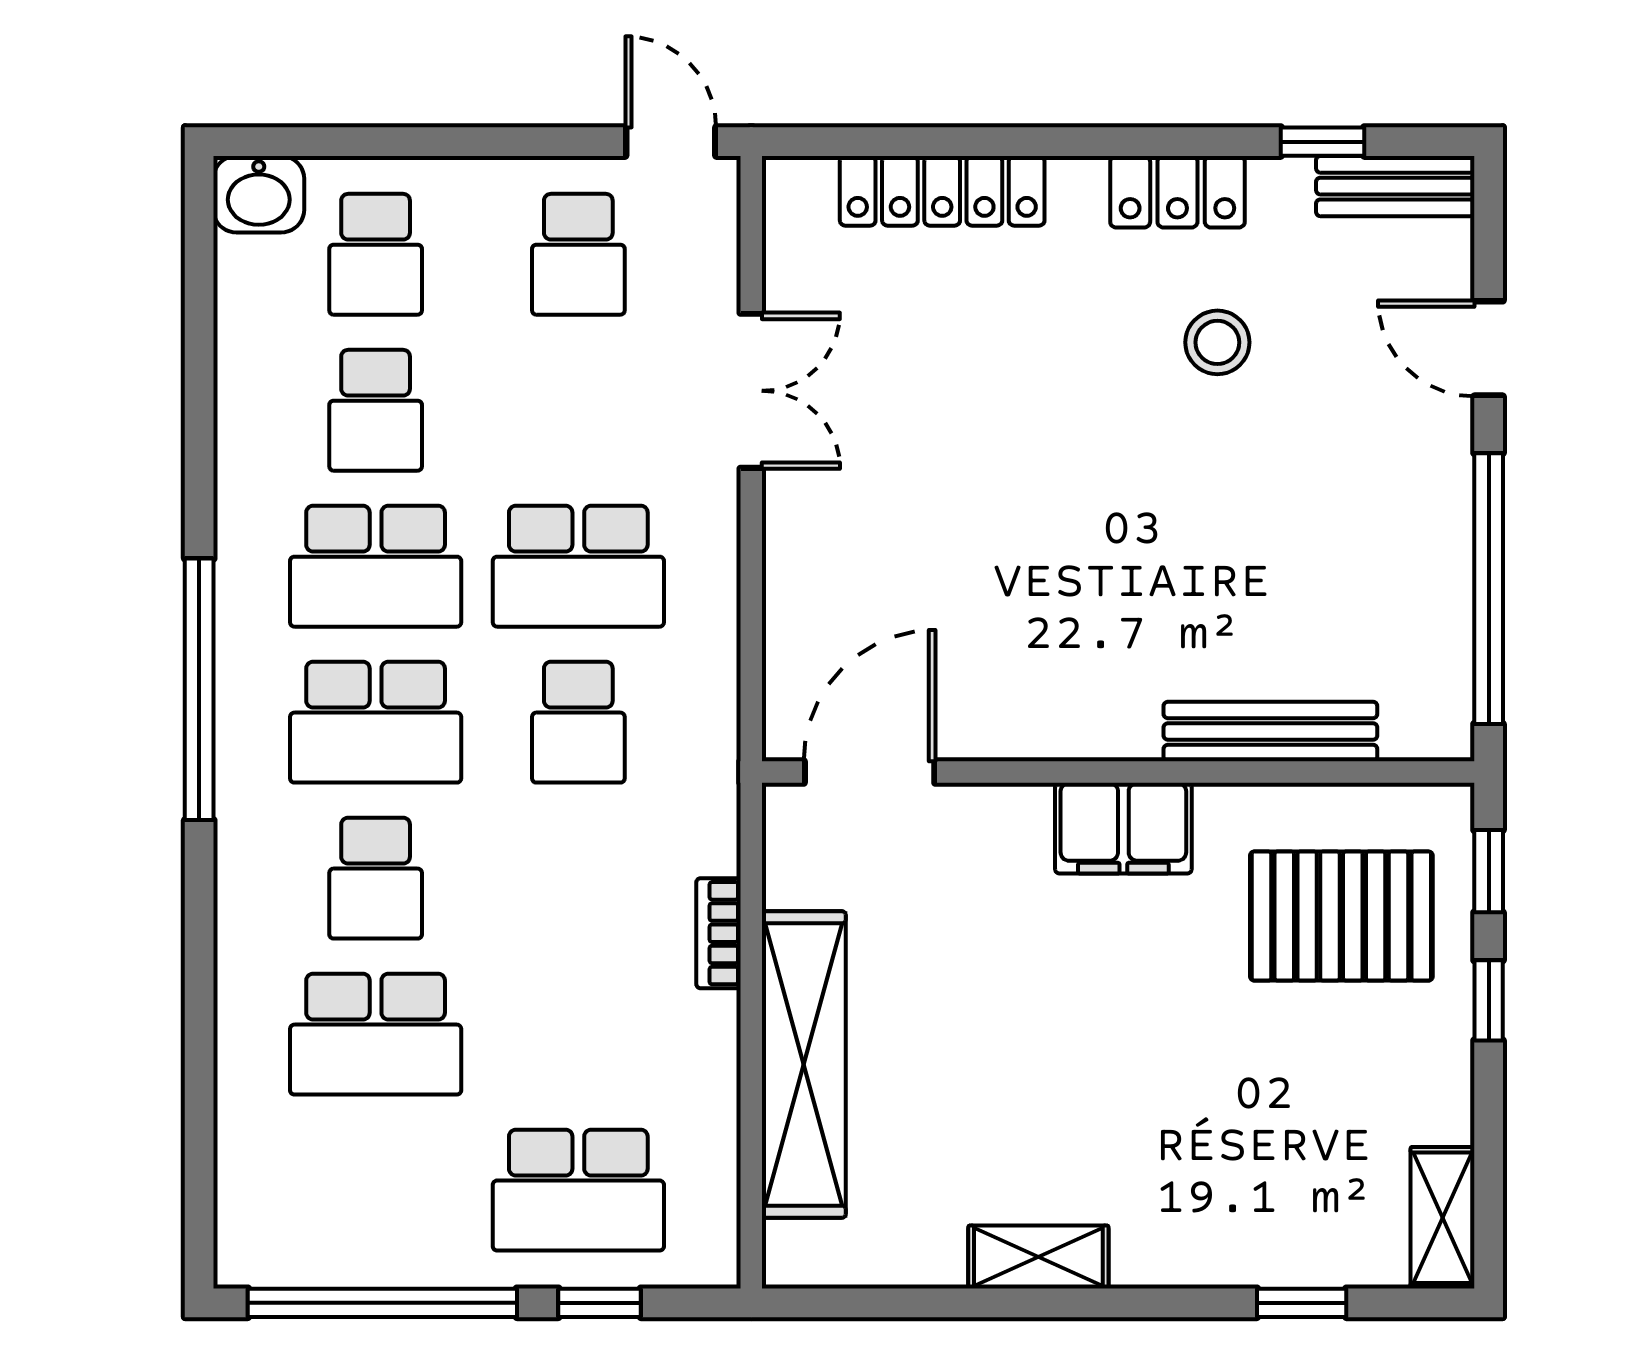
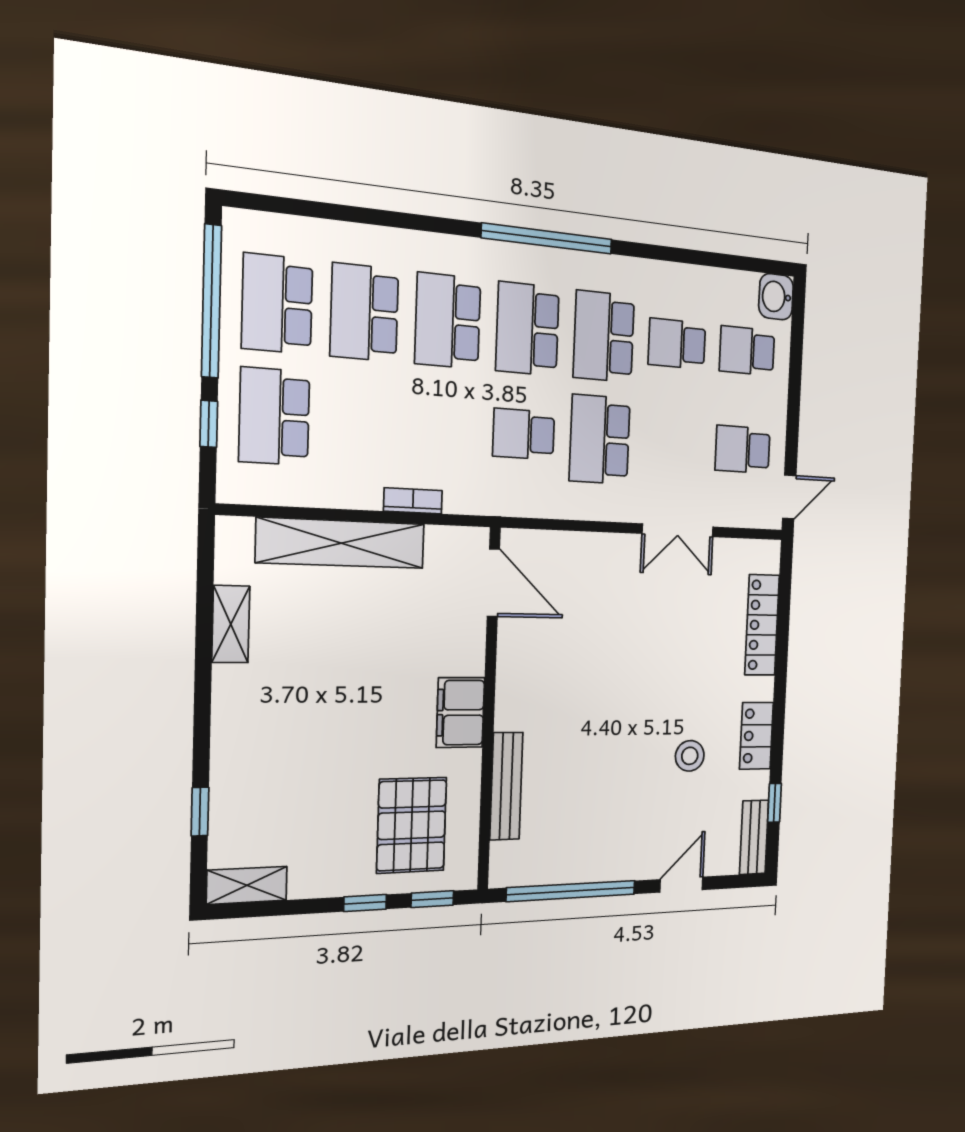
school desk: (376, 878) -> (448, 321), width x1.85
school desk: (376, 1190) -> (277, 304), added
shelving: (1038, 1257) -> (231, 624), moved

